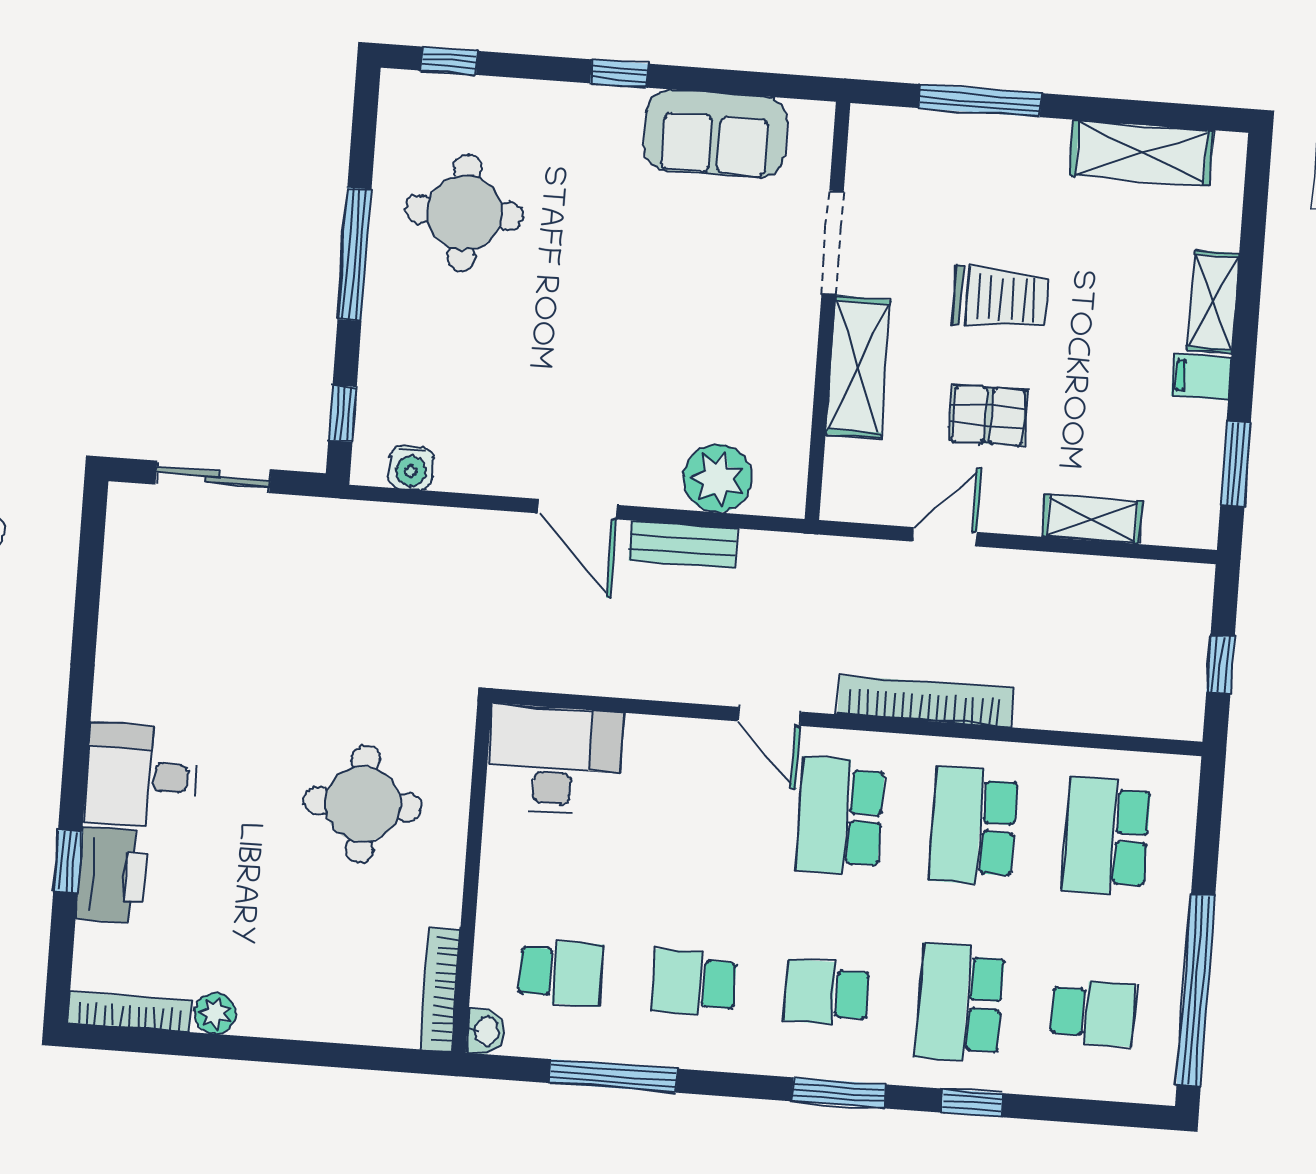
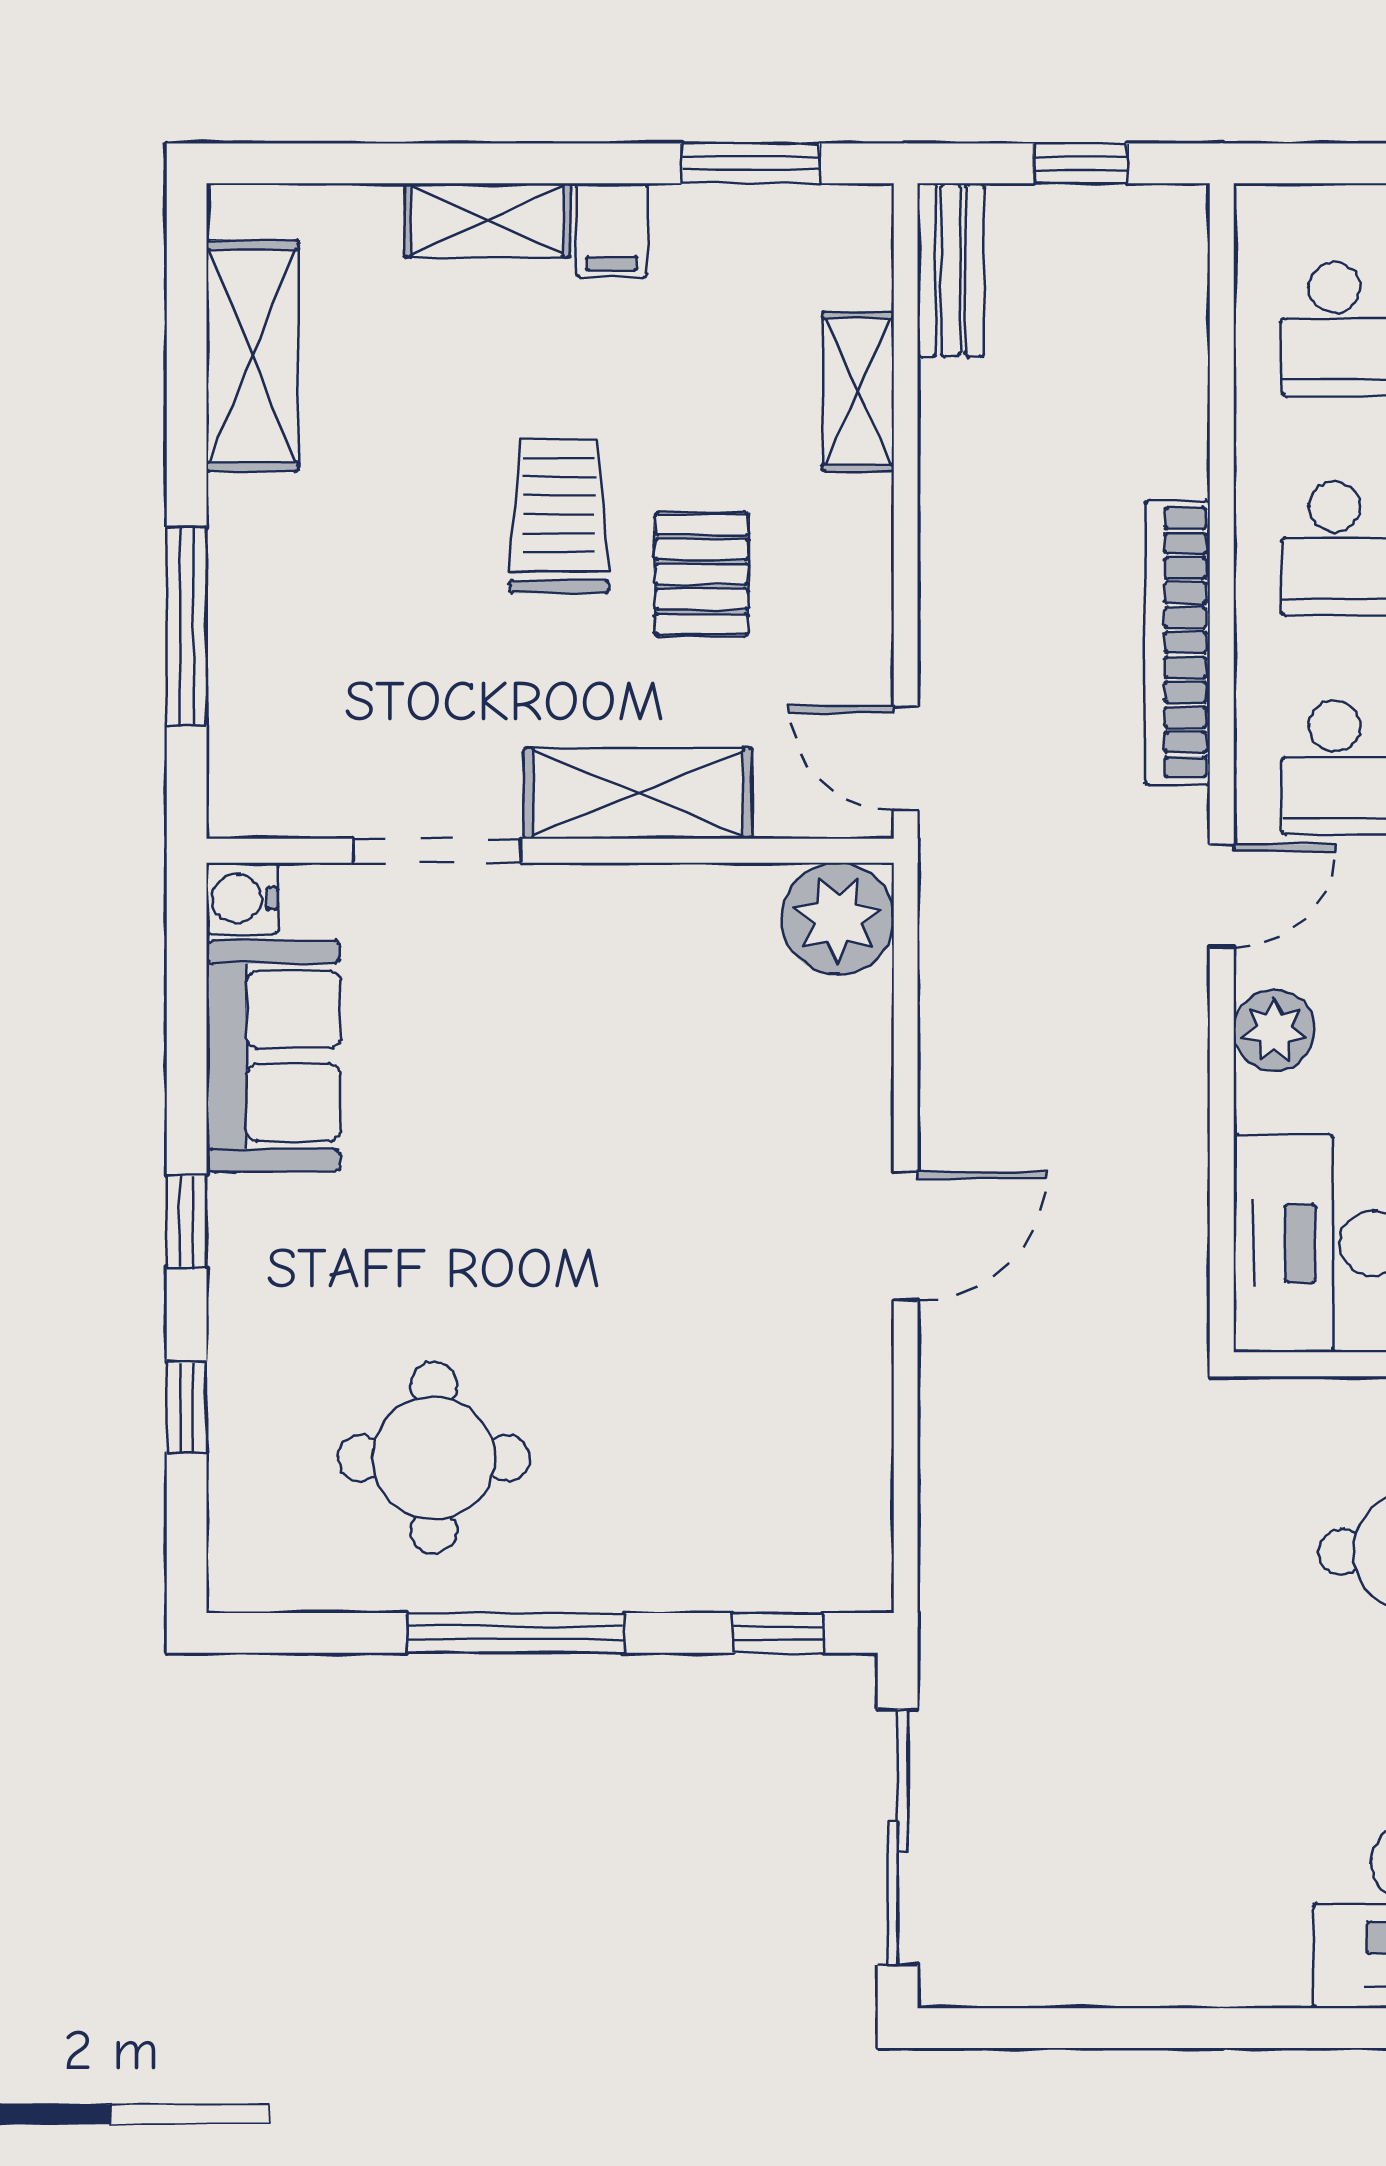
window: (450, 61) -> (187, 1407), moved
trolley: (1001, 298) -> (559, 516), moved
water cooler: (411, 468) -> (242, 898), moved, turned 180
sliding door: (213, 477) -> (898, 1837), width x1.37
plant: (718, 478) -> (838, 919), moved
door: (945, 537) -> (906, 758), moved
bench: (683, 545) -> (951, 270), moved
plant: (685, 742) -> (1274, 1030), added

